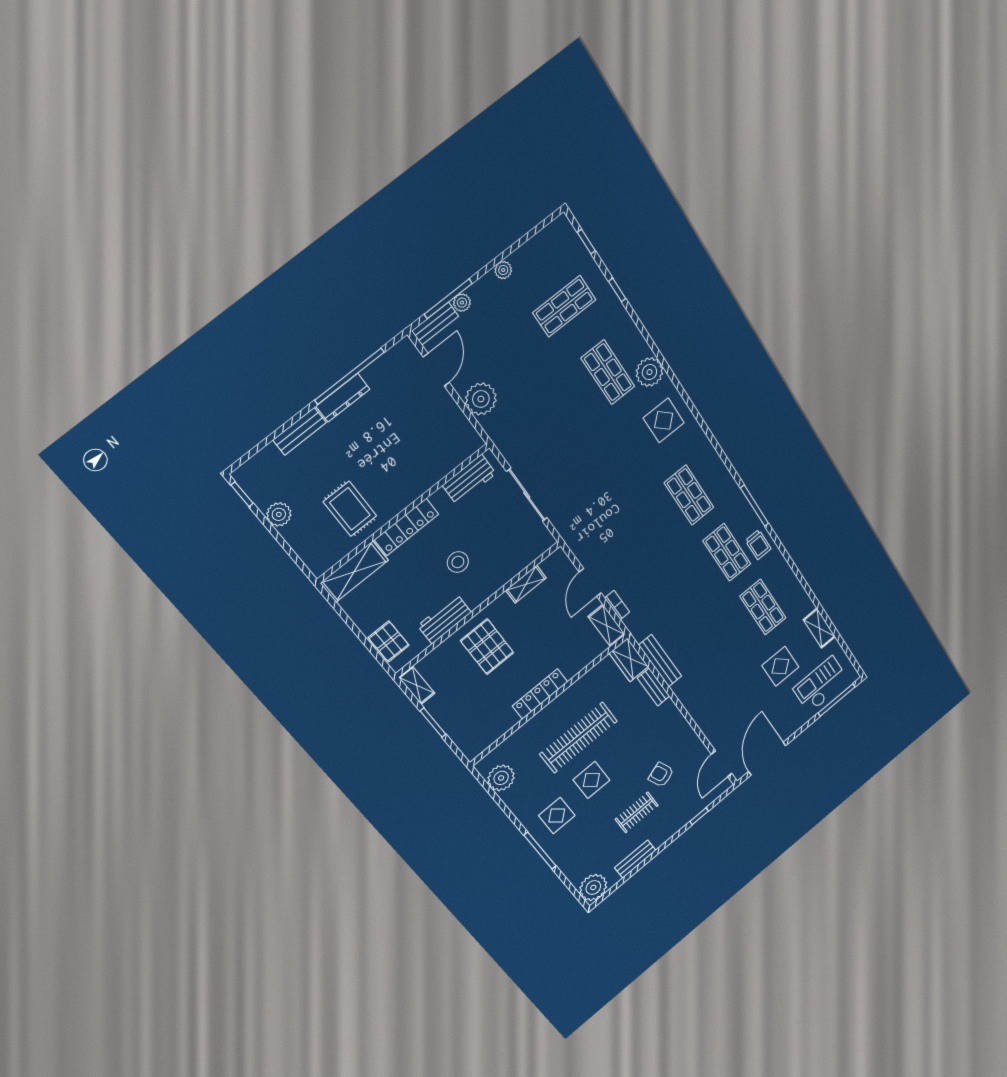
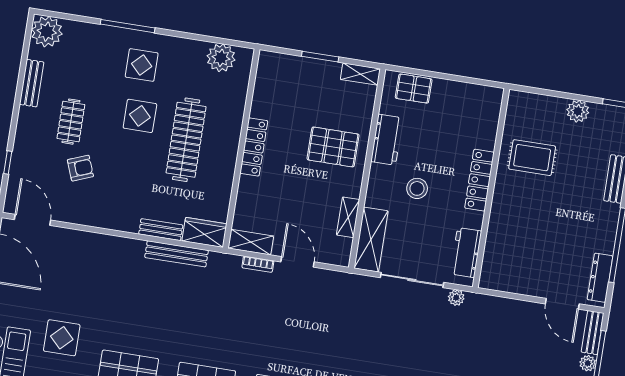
dresser: (343, 398) -> (600, 278), moved
plant: (481, 399) -> (456, 298), moved, width x0.53, depth x0.53
shelving: (354, 572) -> (371, 240), moved

